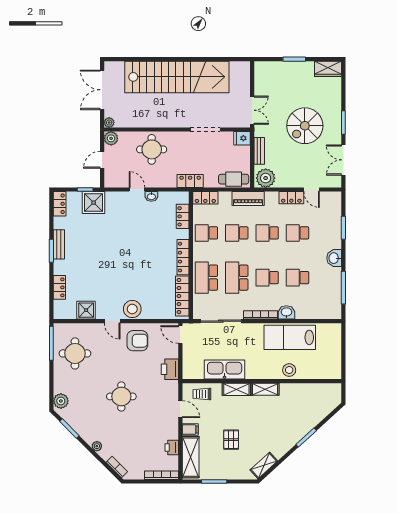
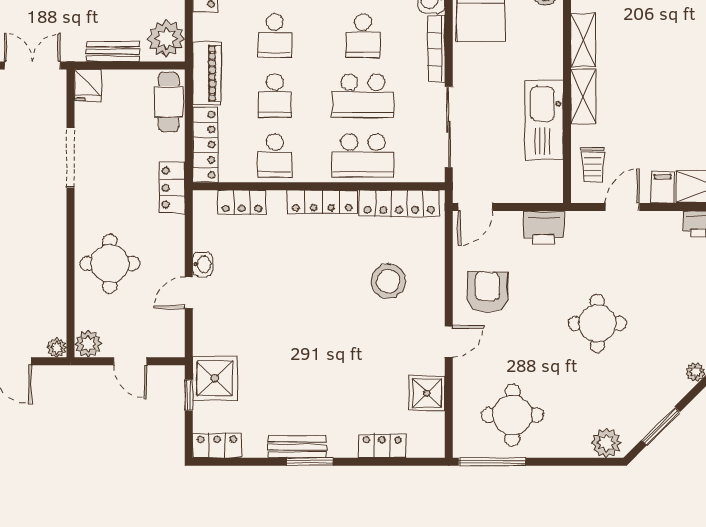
locker: (205, 198) -> (205, 145), width x1.53
stool: (132, 309) -> (388, 281), moved
pallet: (231, 440) -> (682, 107), removed

